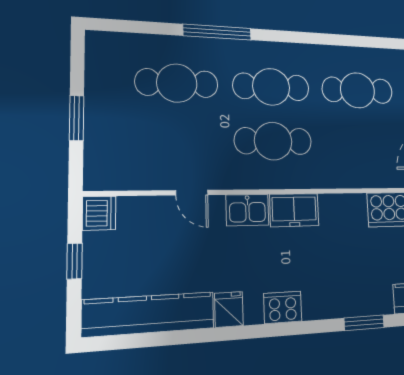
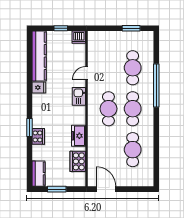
window: (217, 32) -> (156, 85), width x1.46
window: (77, 118) -> (131, 28), moved
freezer: (294, 210) -> (78, 136), moved
cooker: (283, 307) -> (38, 136), moved
window: (364, 323) -> (30, 127), moved

